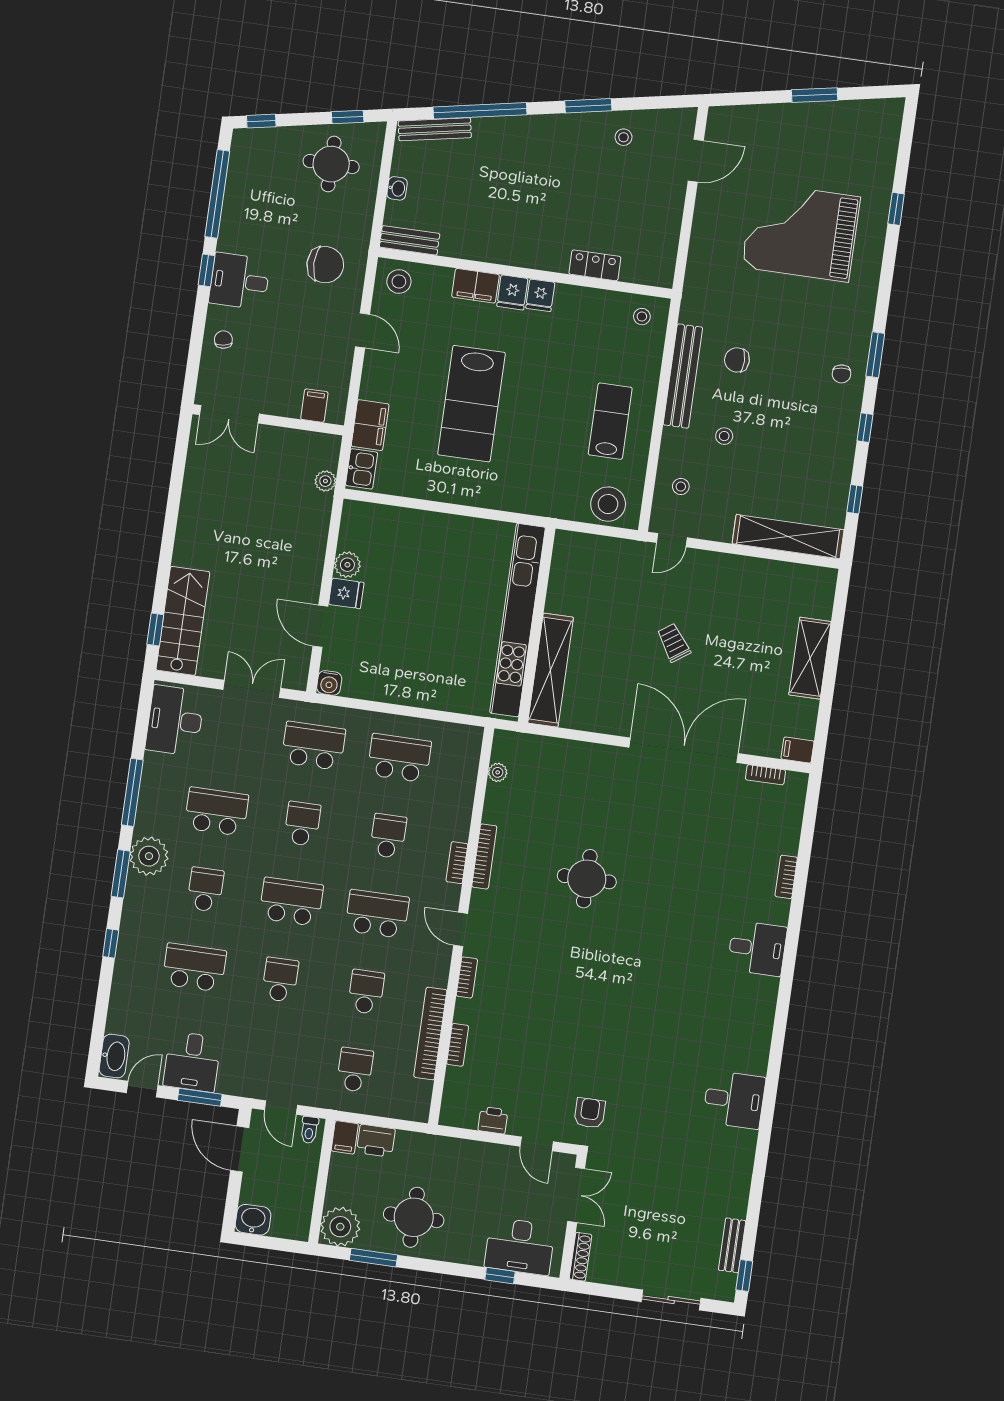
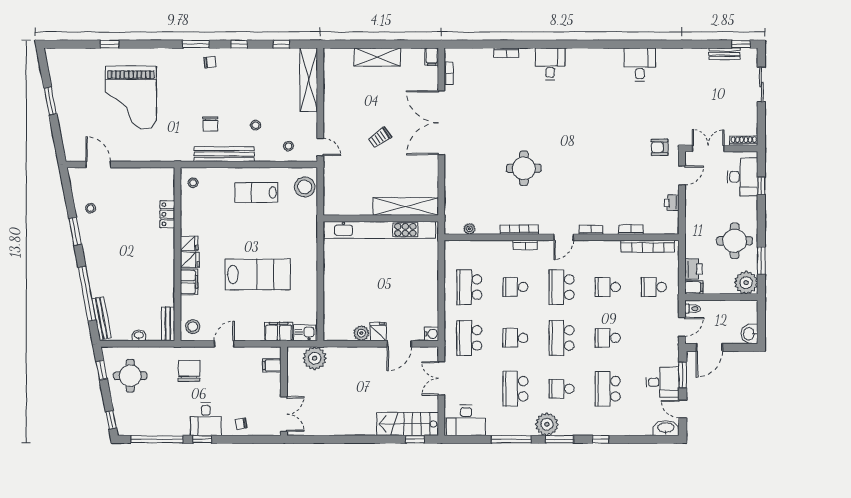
plant: (325, 481) -> (315, 358), width x1.87, depth x1.87
bookcase: (430, 1033) -> (648, 246), moved

